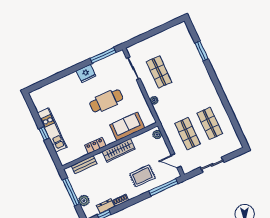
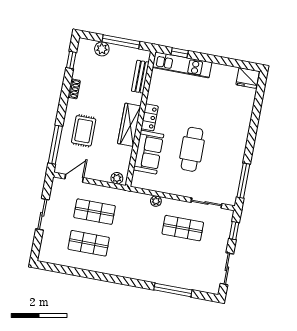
sliding door: (165, 27) -> (227, 269), added
window: (138, 39) -> (234, 231), added
window: (202, 51) -> (173, 290), width x1.44
fridge: (86, 74) -> (248, 78), moved, turned -90
kitchen unit: (52, 130) -> (182, 65), moved
window: (44, 133) -> (180, 53), moved
locker: (95, 146) -> (150, 117), moved
dresser: (106, 206) -> (79, 68), removed

